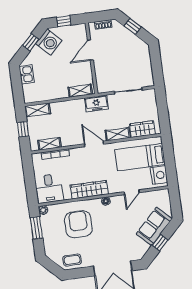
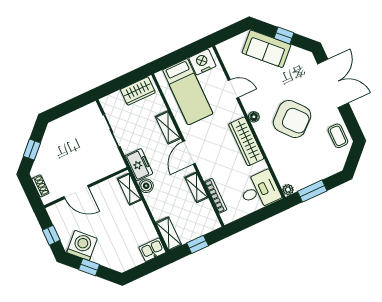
kitchen sink: (27, 74) -> (152, 250), moved
boiler: (79, 104) -> (146, 186), added
wardrobe: (142, 129) -> (138, 91), moved, turned -90
shelving: (49, 144) -> (196, 187), moved
armchair: (78, 224) -> (292, 119), moved, turned -131

